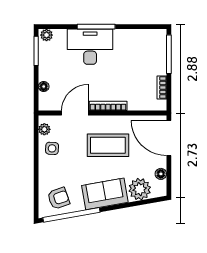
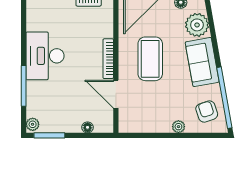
window: (96, 27) -> (24, 86), moved
desk: (90, 47) -> (45, 56), moved
plant: (44, 129) -> (178, 127), moved
side table: (52, 148) -> (154, 118), removed

